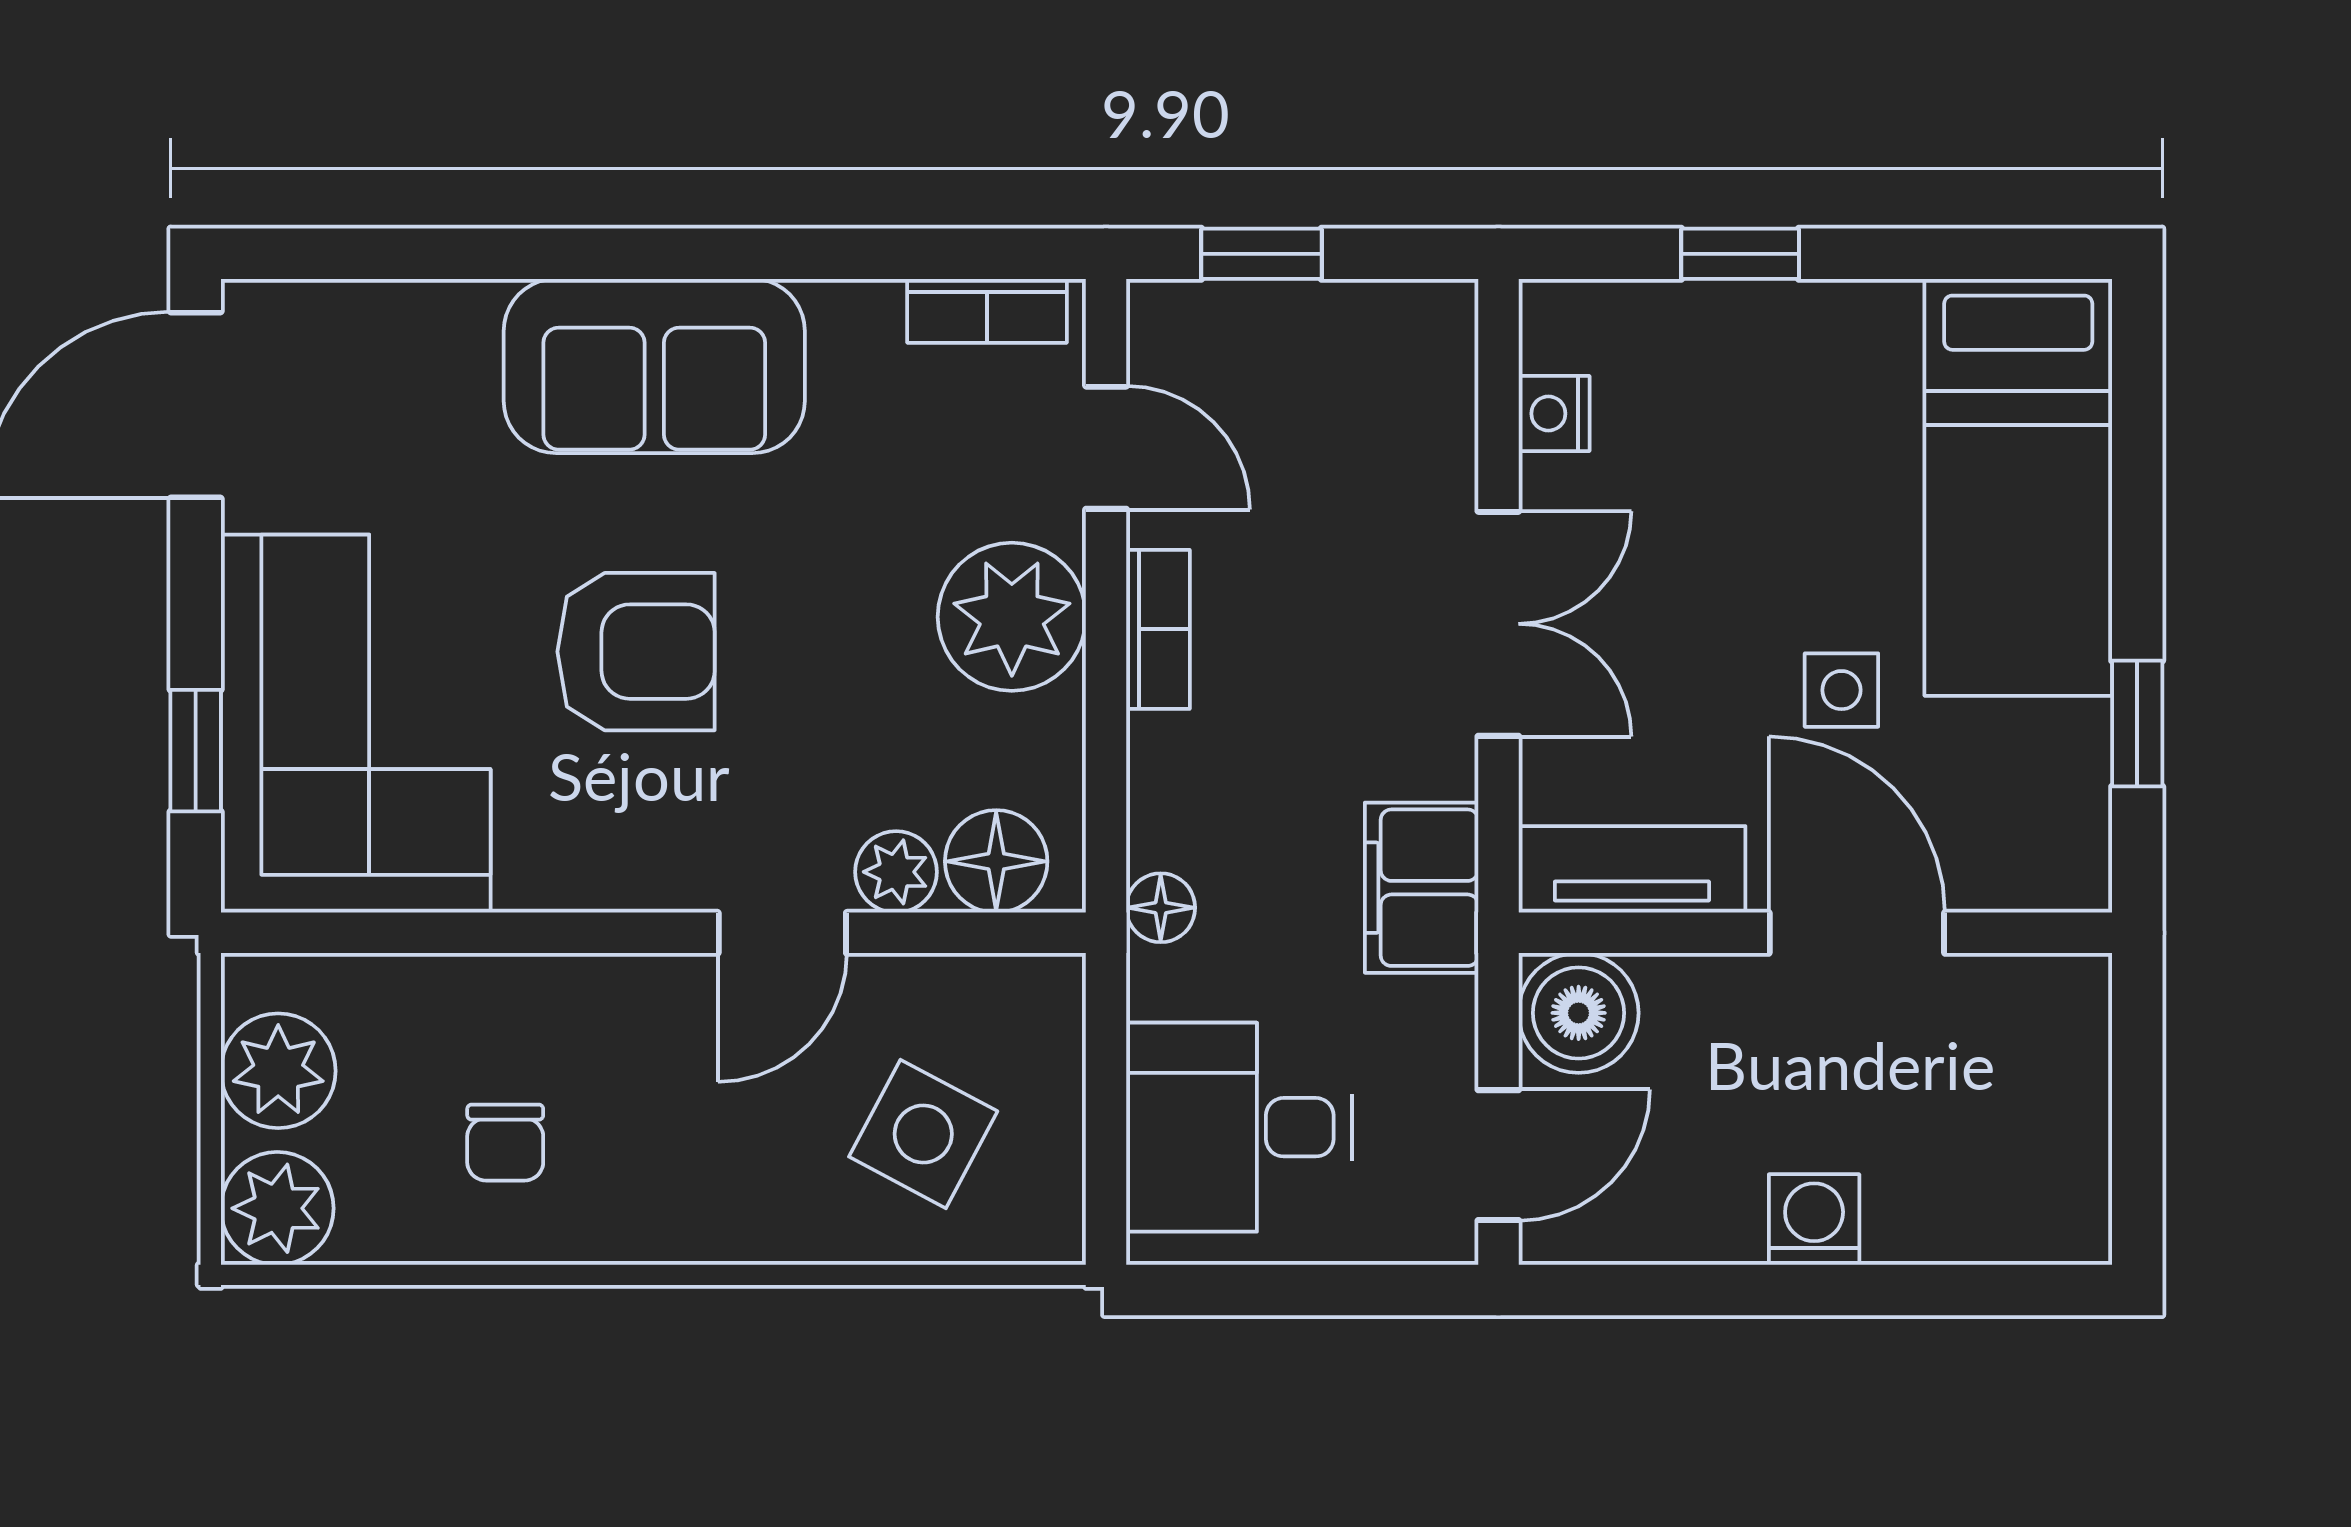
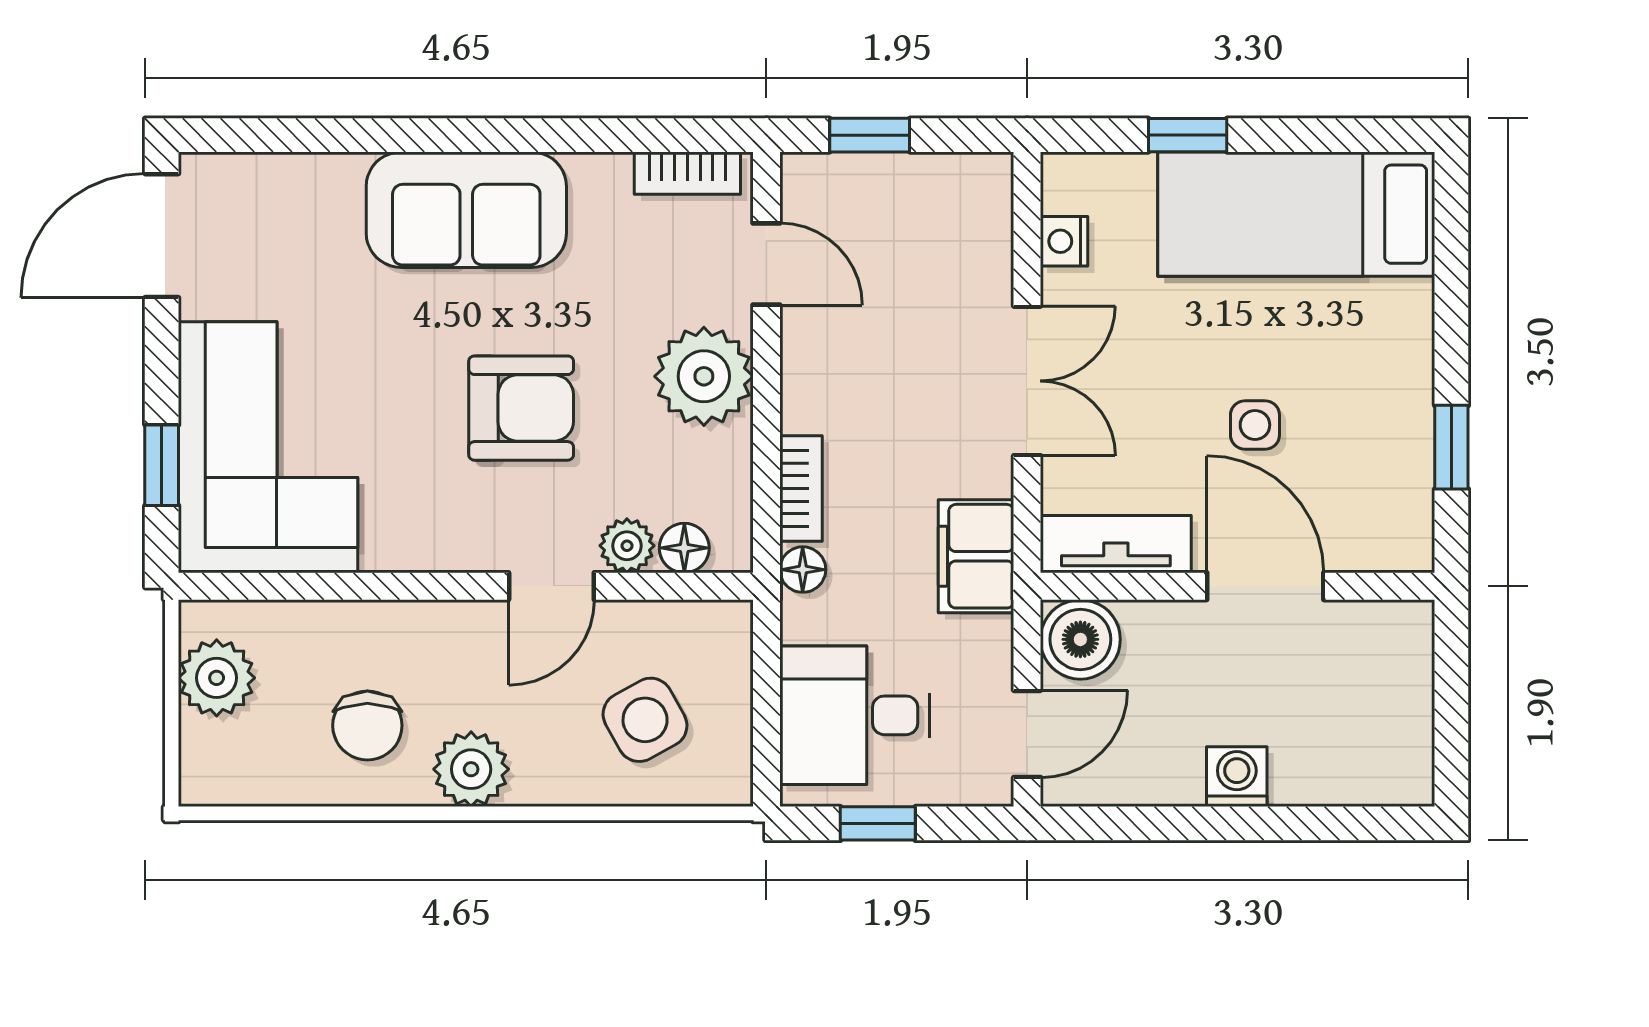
bed: (2018, 487) -> (1296, 214), moved, turned 90
bookcase: (1158, 629) -> (801, 488), moved
armchair: (636, 652) -> (521, 408), moved
floor lamp: (996, 861) -> (684, 548), width x0.73, depth x0.73
side table: (923, 1134) -> (645, 720), turned 33
chair: (505, 1143) -> (367, 726), width x1.37, depth x1.37
plant: (277, 1208) -> (471, 769), moved
window: (1274, 1290) -> (878, 823), added

